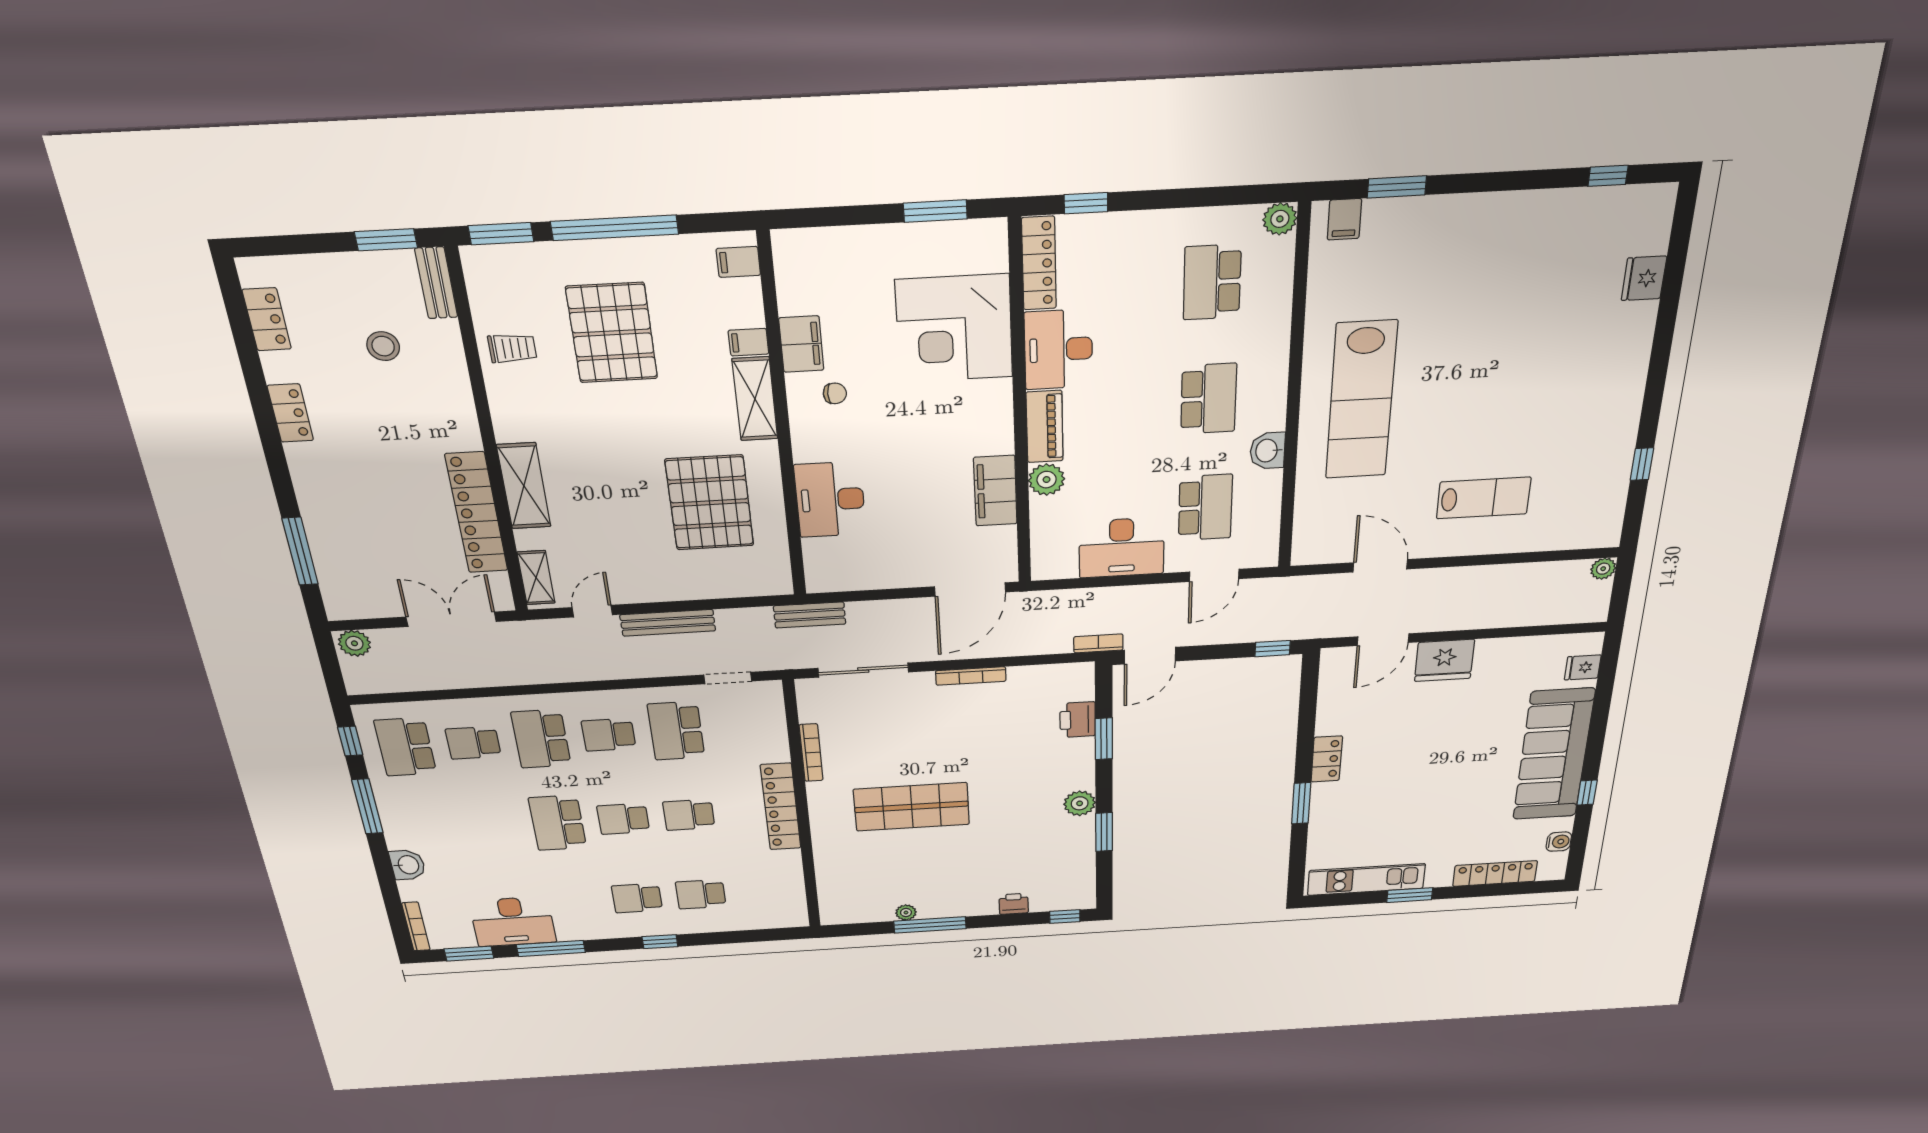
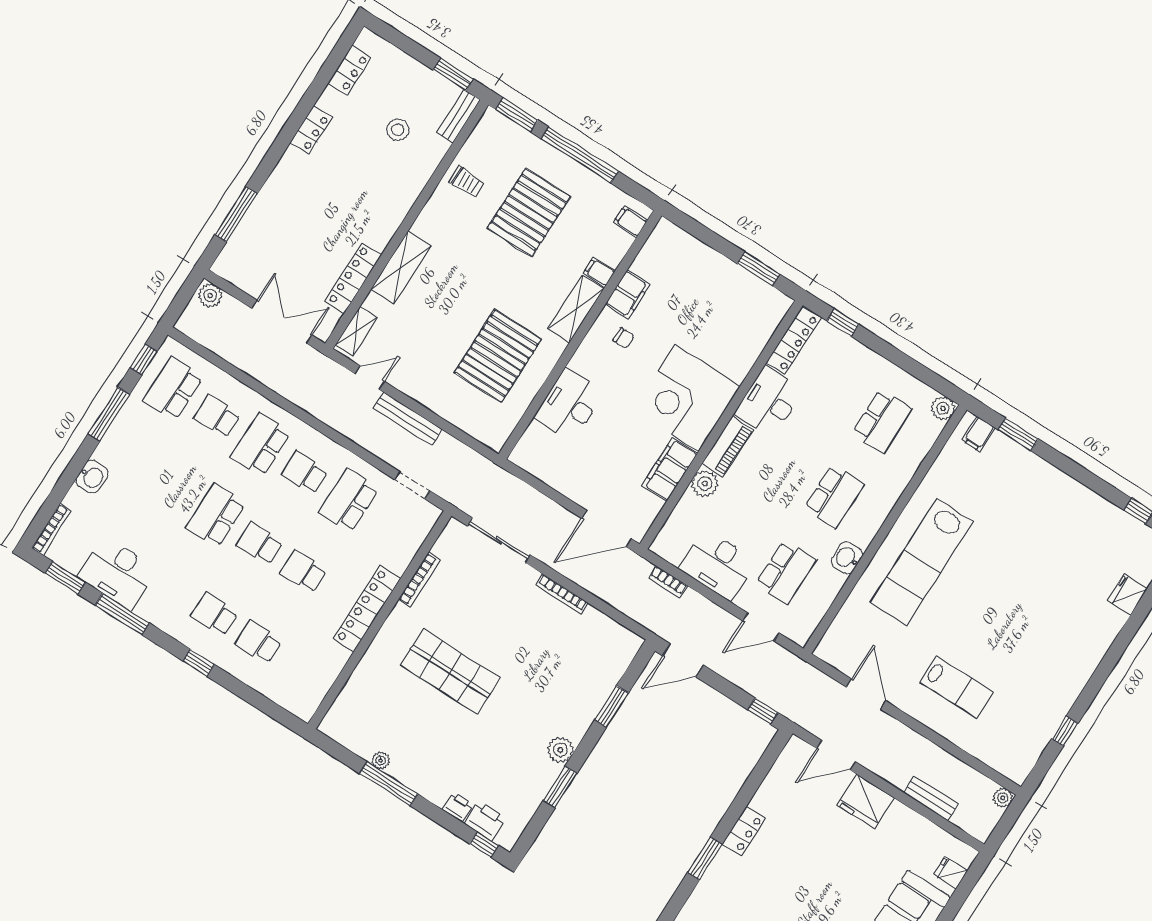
school desk: (1212, 282) -> (882, 421), turned 180
corner desk: (954, 329) -> (687, 398), moved
locker: (477, 513) -> (353, 278), width x0.71, depth x0.83
bench: (810, 615) -> (931, 798), moved
bookcase: (1098, 643) -> (668, 582), moved, turned 180
printer: (1078, 720) -> (485, 821), moved, turned 90

